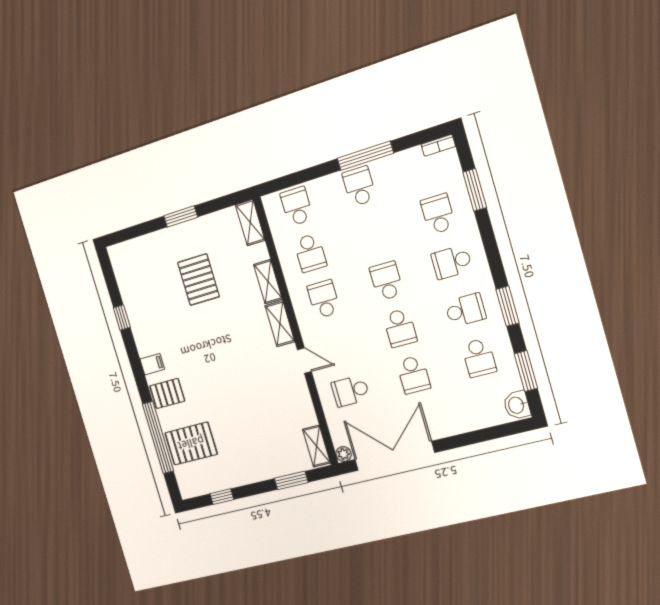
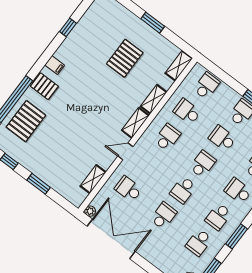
school desk: (373, 234) -> (222, 138), added
school desk: (310, 253) -> (187, 112), turned 90
school desk: (465, 310) -> (218, 217), turned 90
door: (304, 361) -> (125, 151), swing flipped
school desk: (413, 375) -> (164, 216), turned 180
pallet: (191, 444) -> (26, 121), turned 90
shelving: (316, 446) -> (93, 179), moved
window: (291, 480) -> (39, 184), moved

